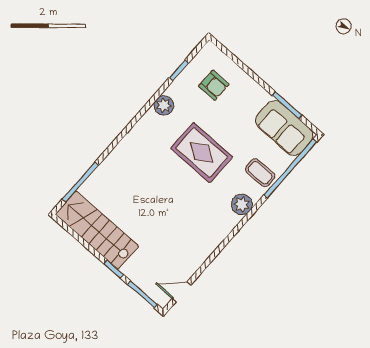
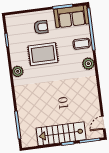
armchair: (214, 85) -> (41, 27), moved
plant: (164, 105) -> (18, 71), moved
rug: (202, 153) -> (43, 54), moved
stairs: (97, 230) -> (61, 134), moved

